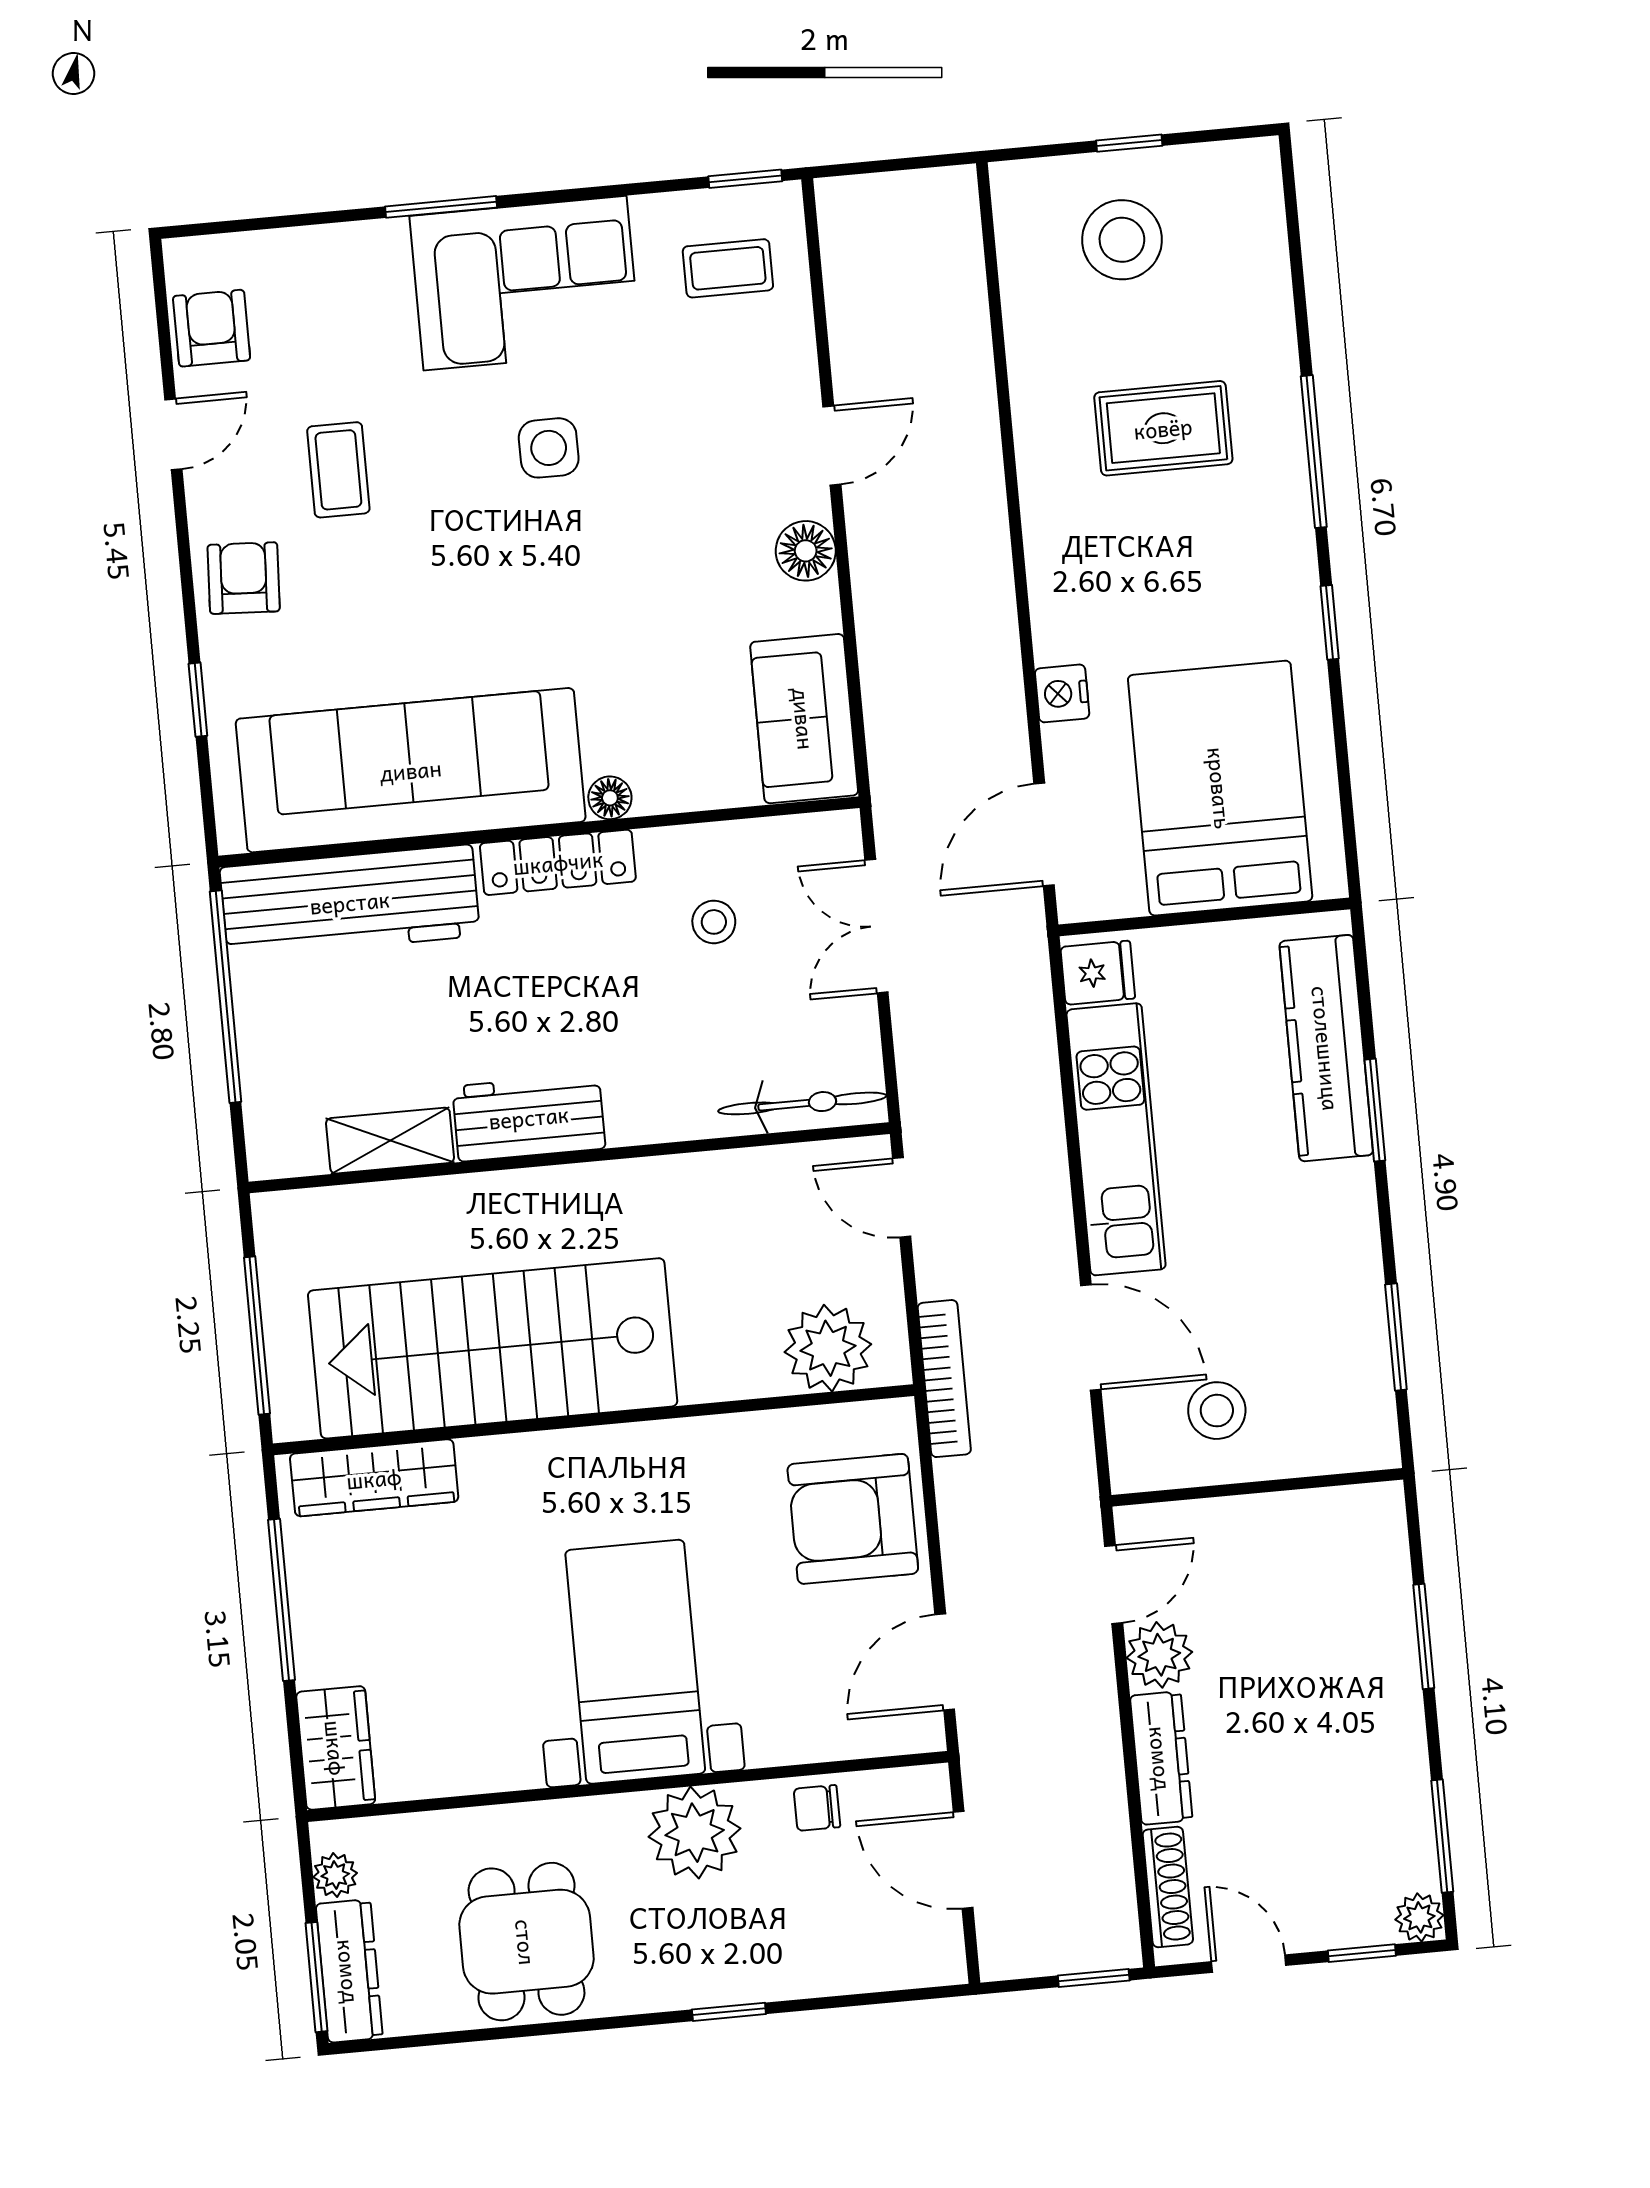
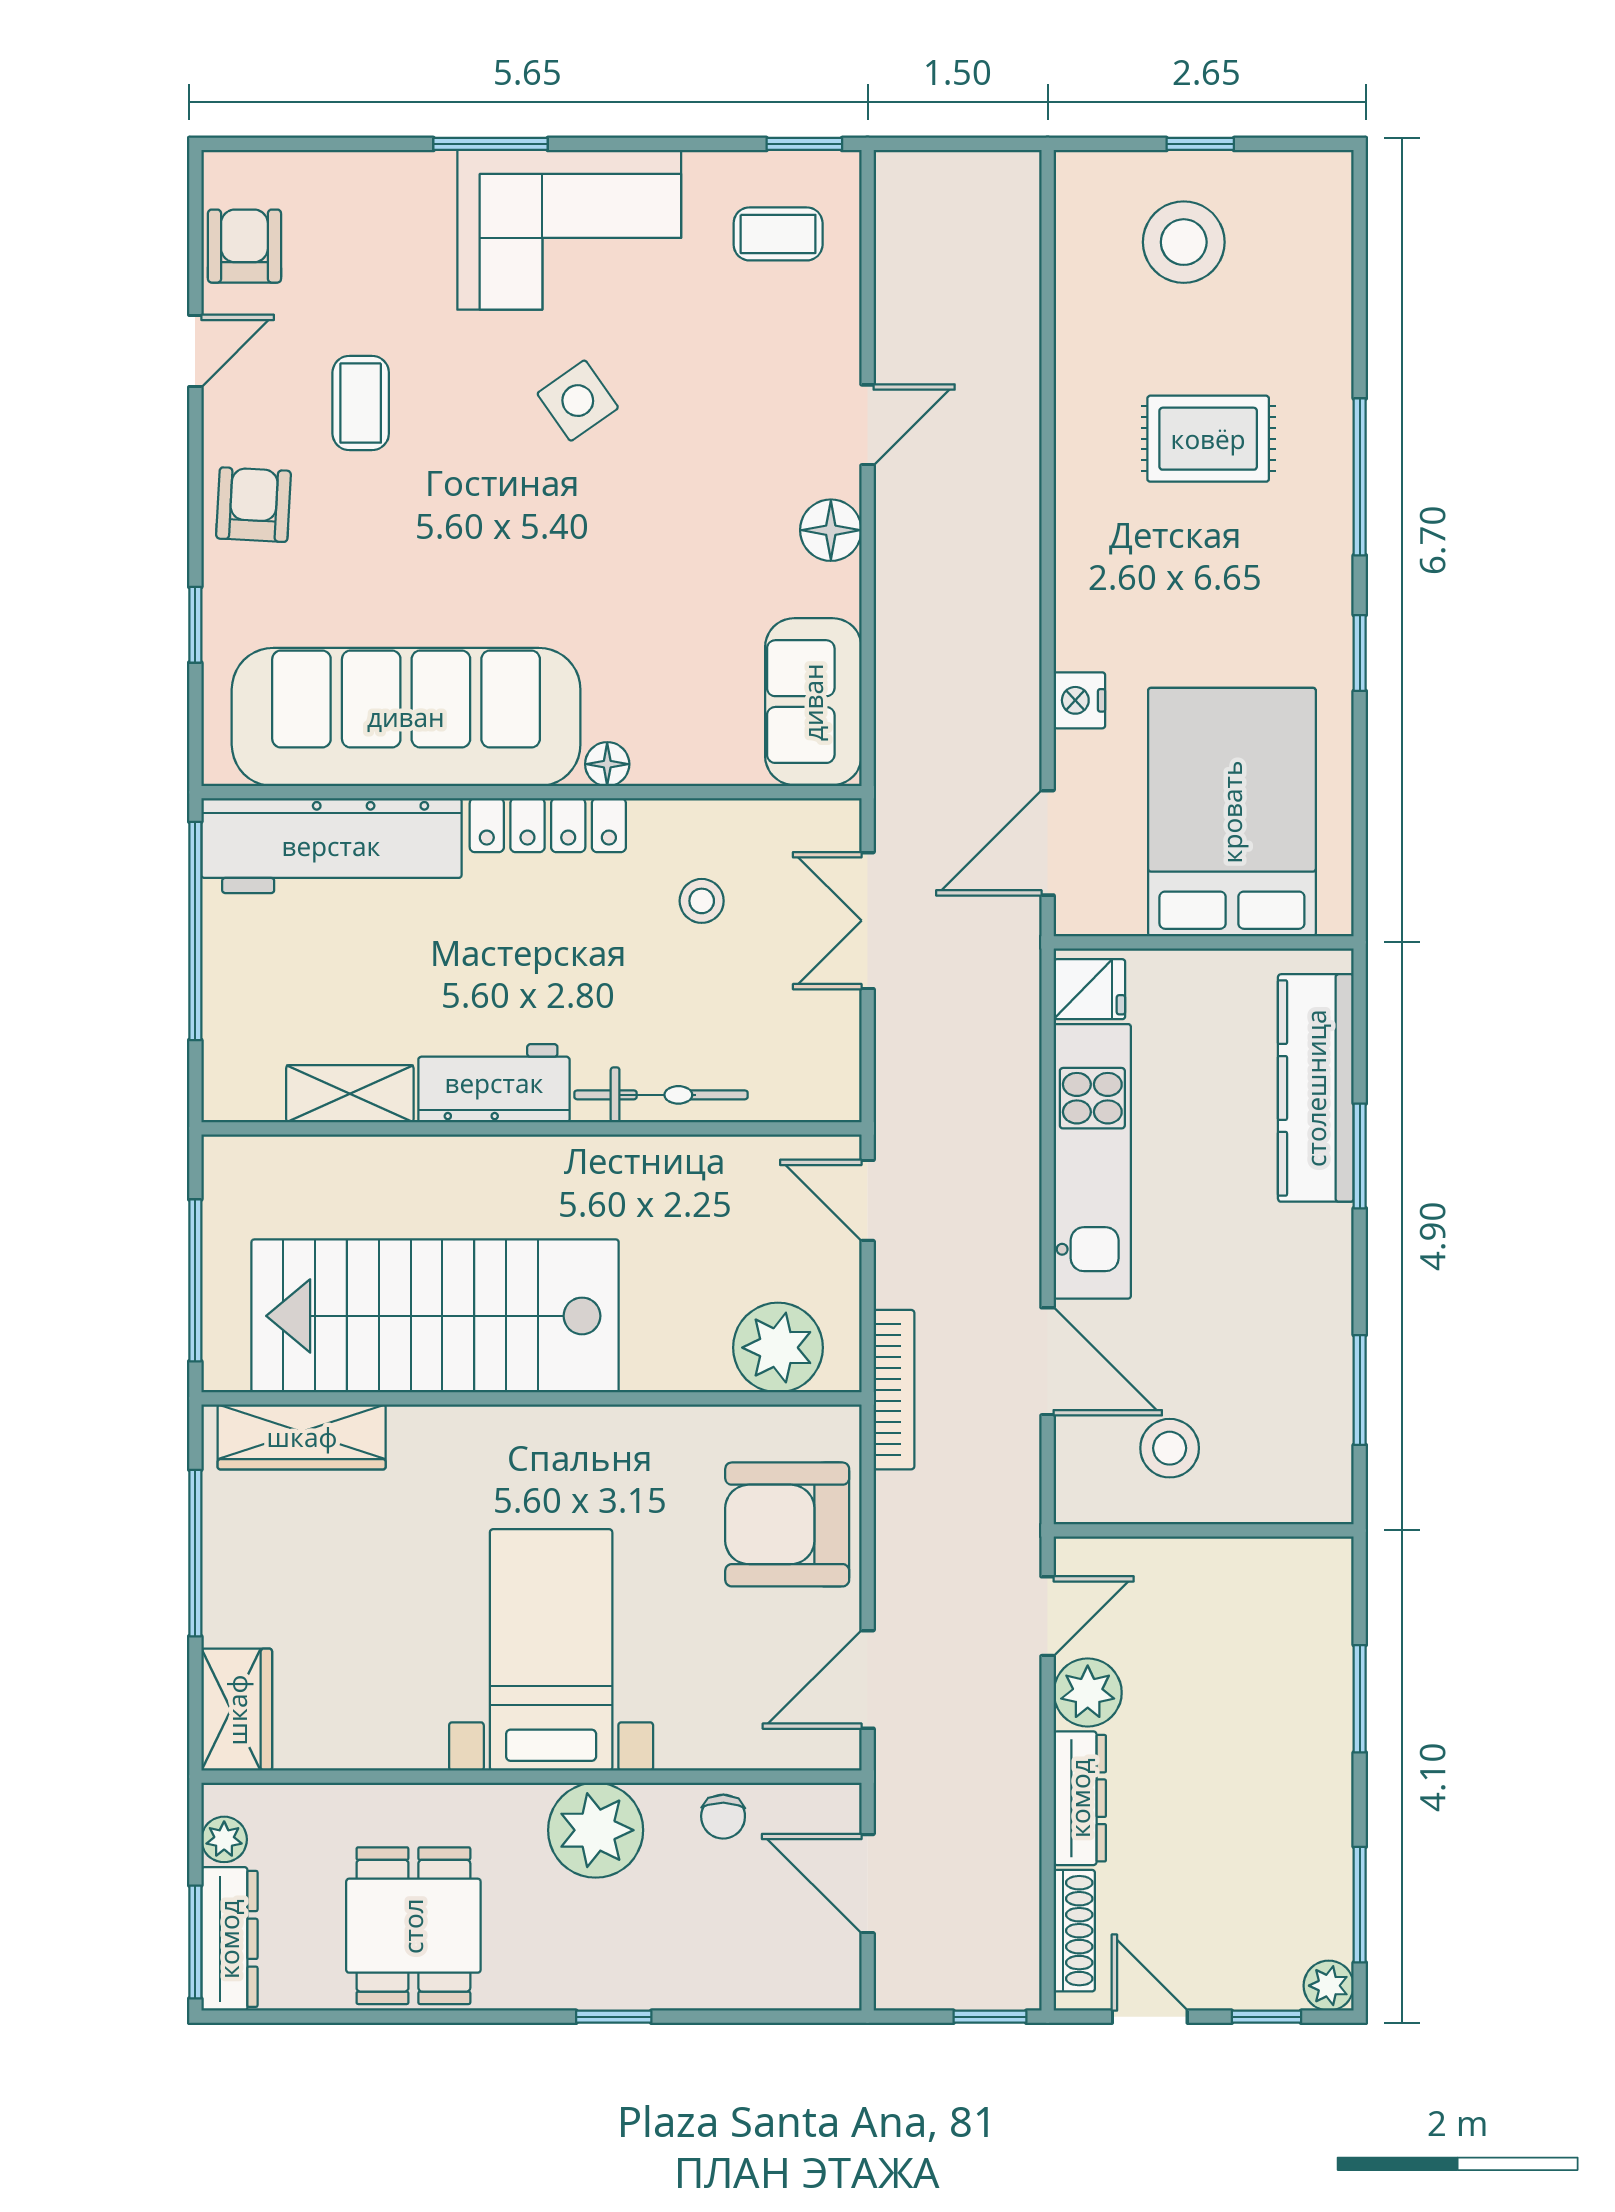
side table: (549, 448) -> (578, 401), turned -35
bicycle: (802, 1103) -> (661, 1095), moved
chair: (817, 1808) -> (723, 1817), turned -89

